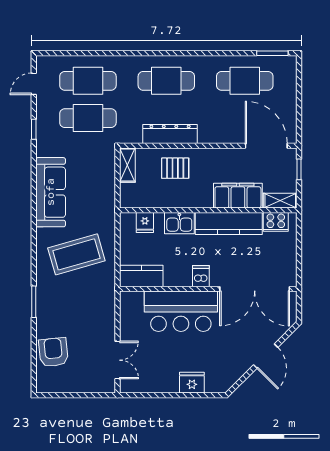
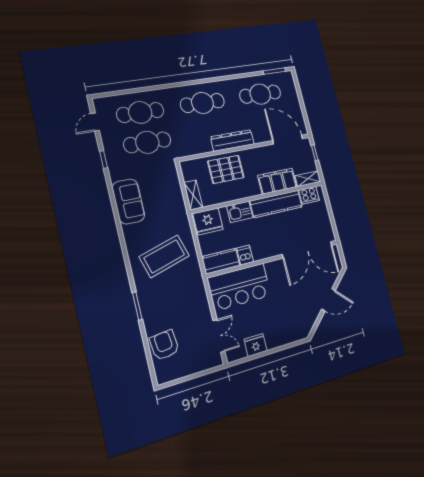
dresser: (170, 134) -> (232, 140), moved
shelving: (127, 165) -> (193, 195), moved
pallet: (175, 168) -> (226, 169), width x1.50, depth x1.42
sofa: (51, 192) -> (128, 201), width x0.73
fridge: (145, 223) -> (208, 221), width x1.88, depth x1.34
dishwasher: (201, 276) -> (245, 255), moved
bar counter: (181, 311) -> (239, 287), moved
door: (266, 356) -> (328, 300), hinge flipped
fridge: (192, 383) -> (255, 345), moved

